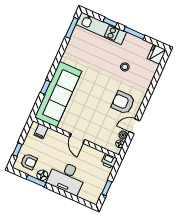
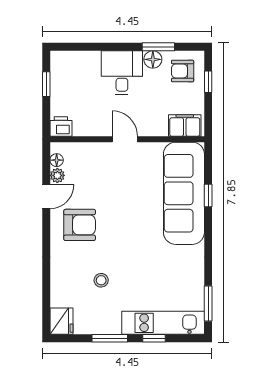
filing cabinet: (41, 131) -> (185, 125), width x2.00
desk: (67, 177) -> (122, 73), width x0.73

